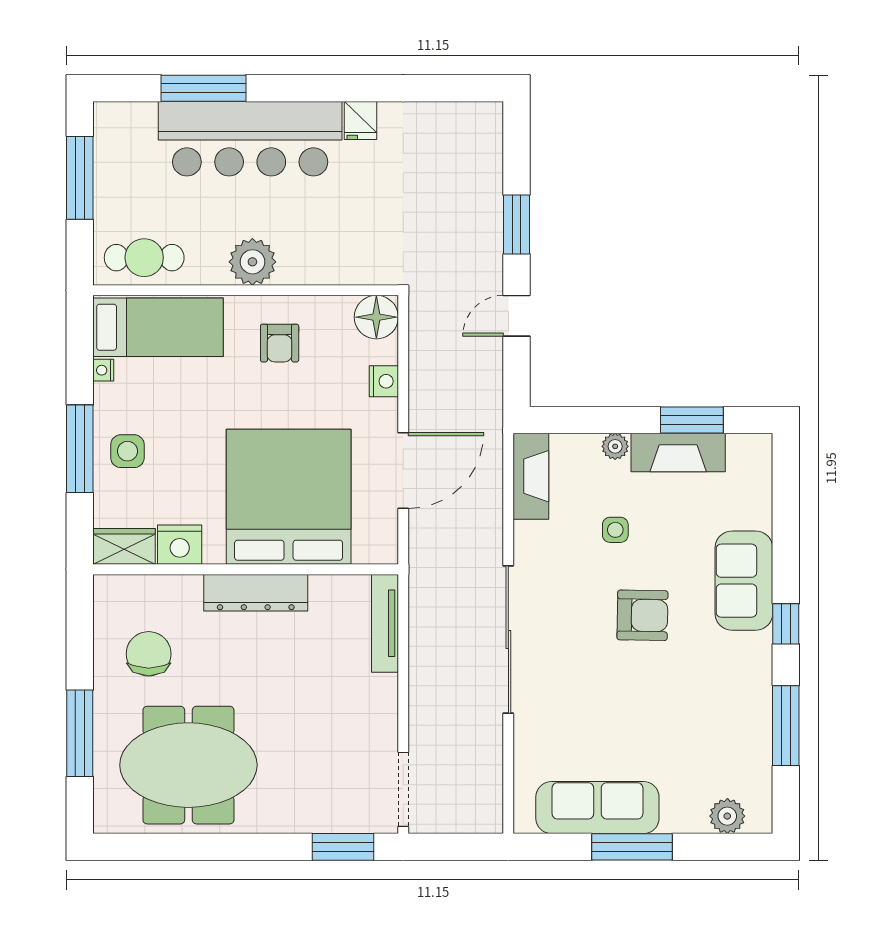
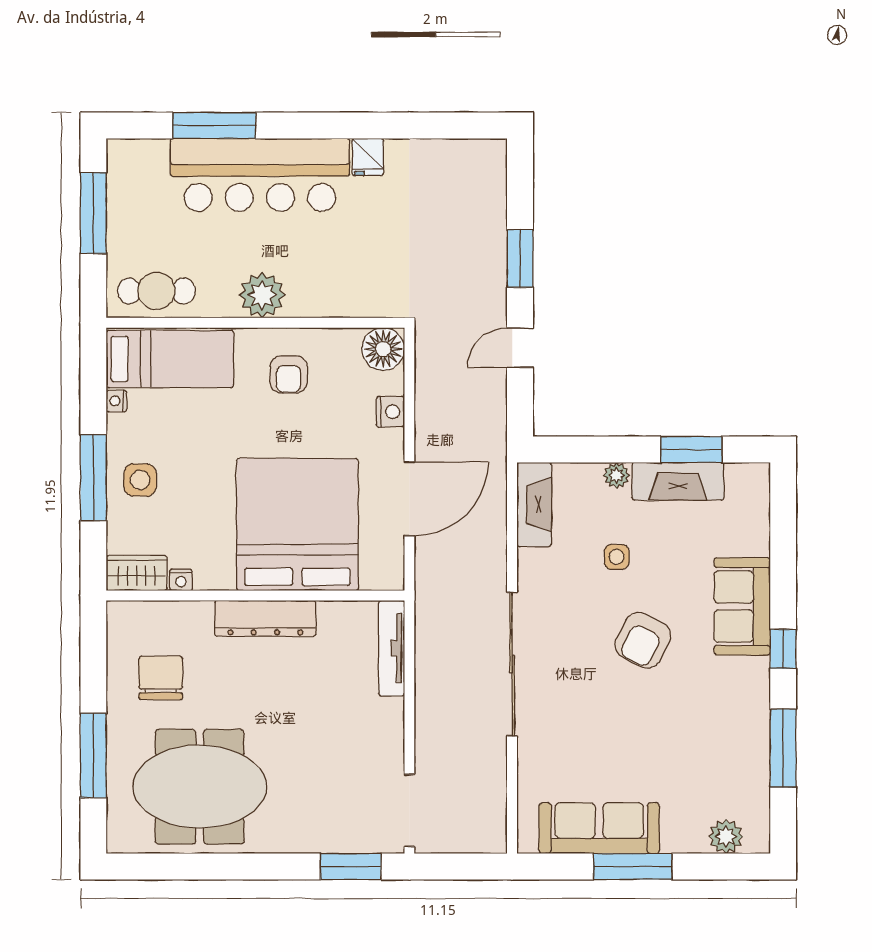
nightstand: (180, 545) -> (181, 580), width x0.53, depth x0.56
armchair: (642, 615) -> (643, 640), turned 116

